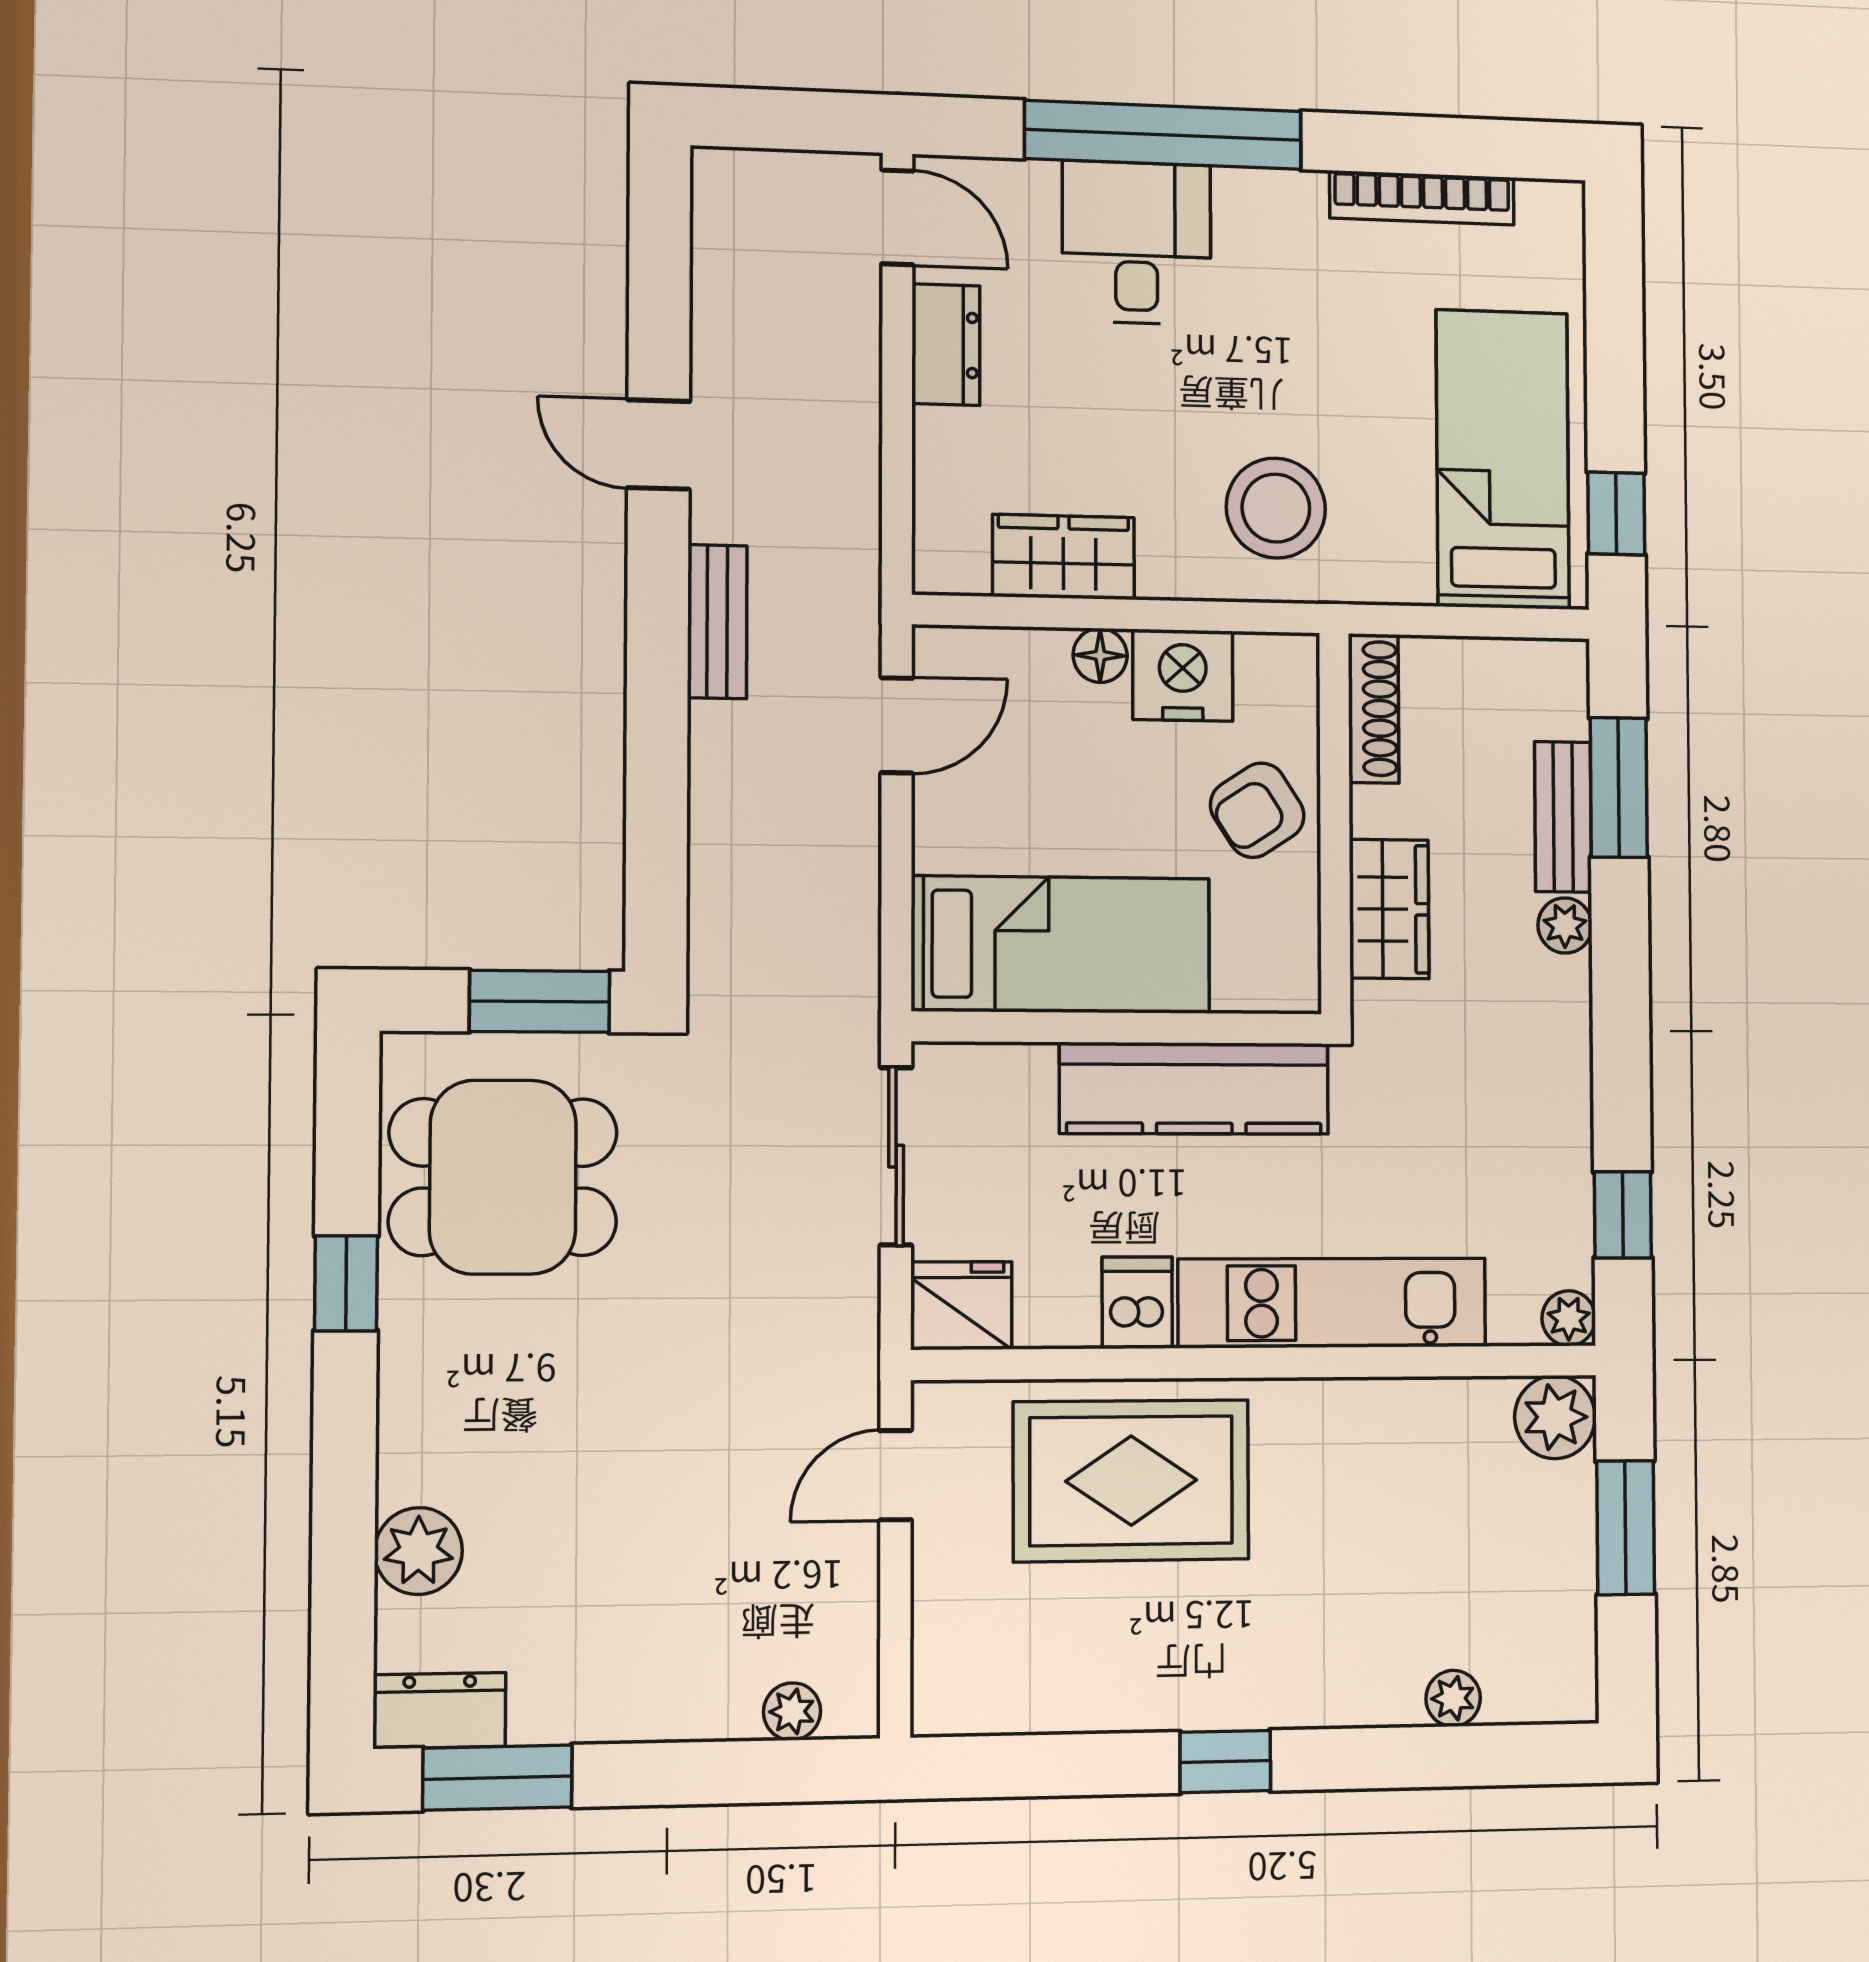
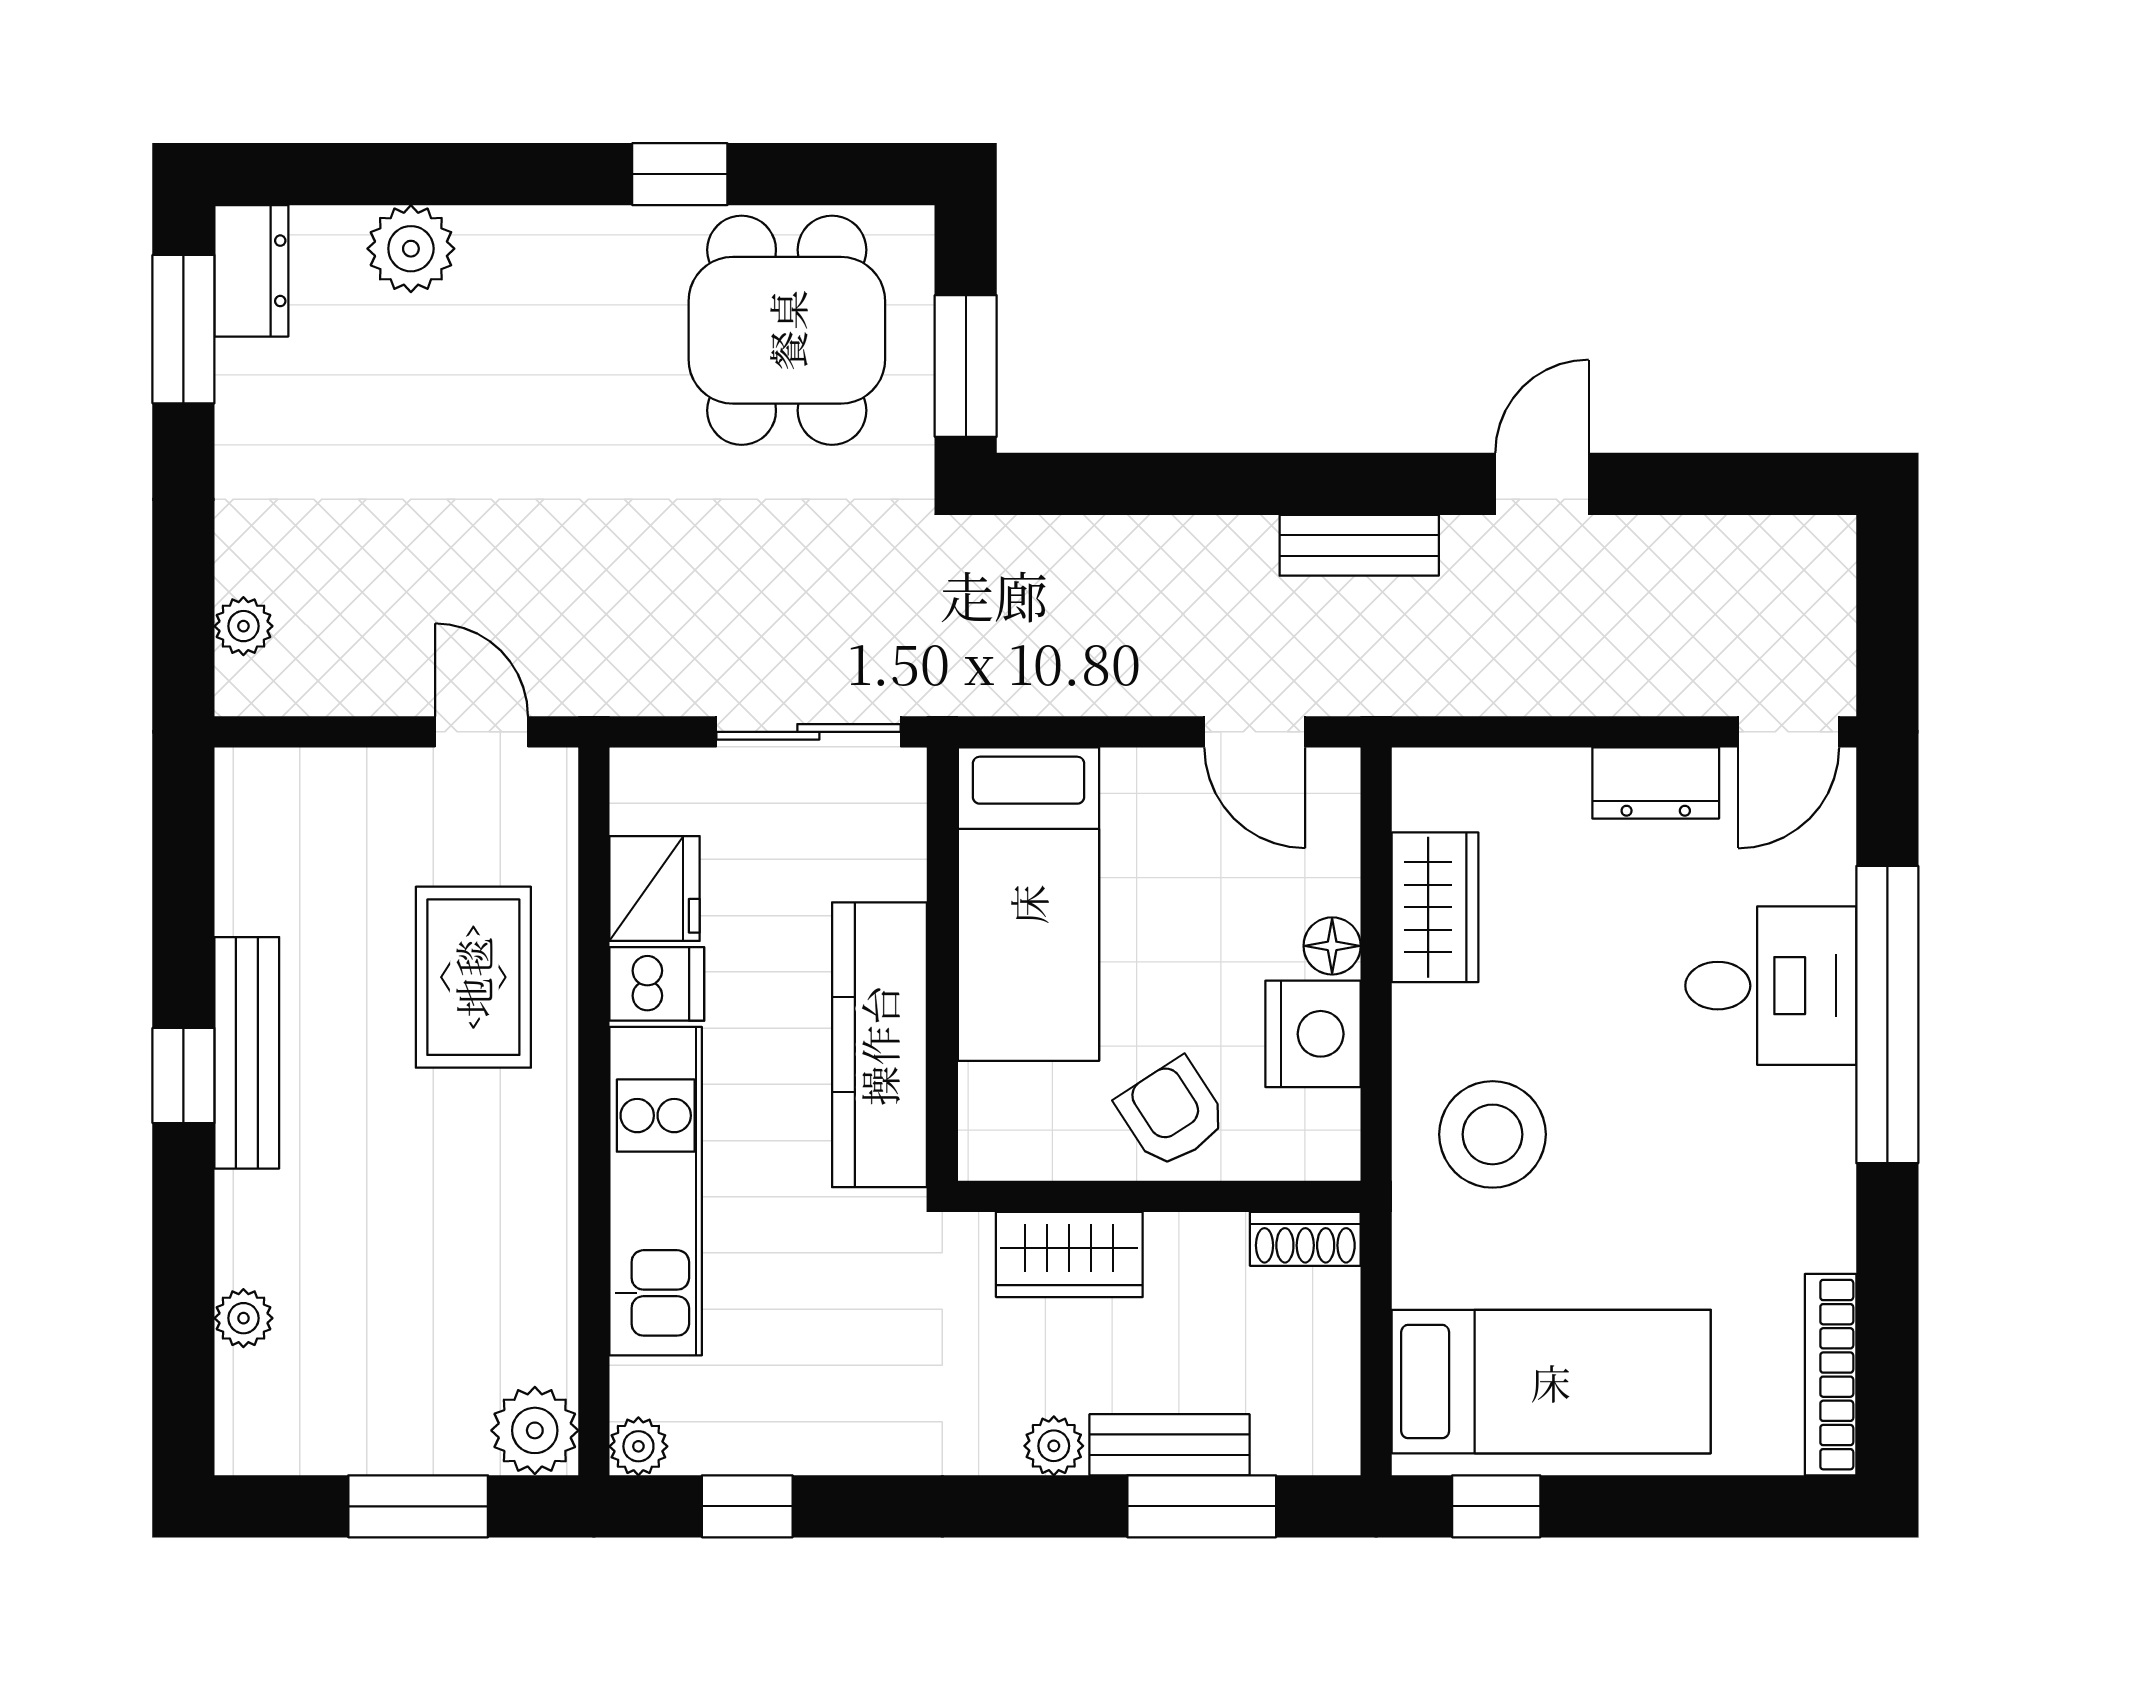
bookcase: (1422, 198) -> (1831, 1375), moved
shoe rack: (1373, 709) -> (1305, 1239), width x0.70
fridge: (961, 1306) -> (655, 889), moved
rug: (1131, 1481) -> (473, 977), width x0.73, depth x0.70
bench: (1204, 1700) -> (247, 1053), added

